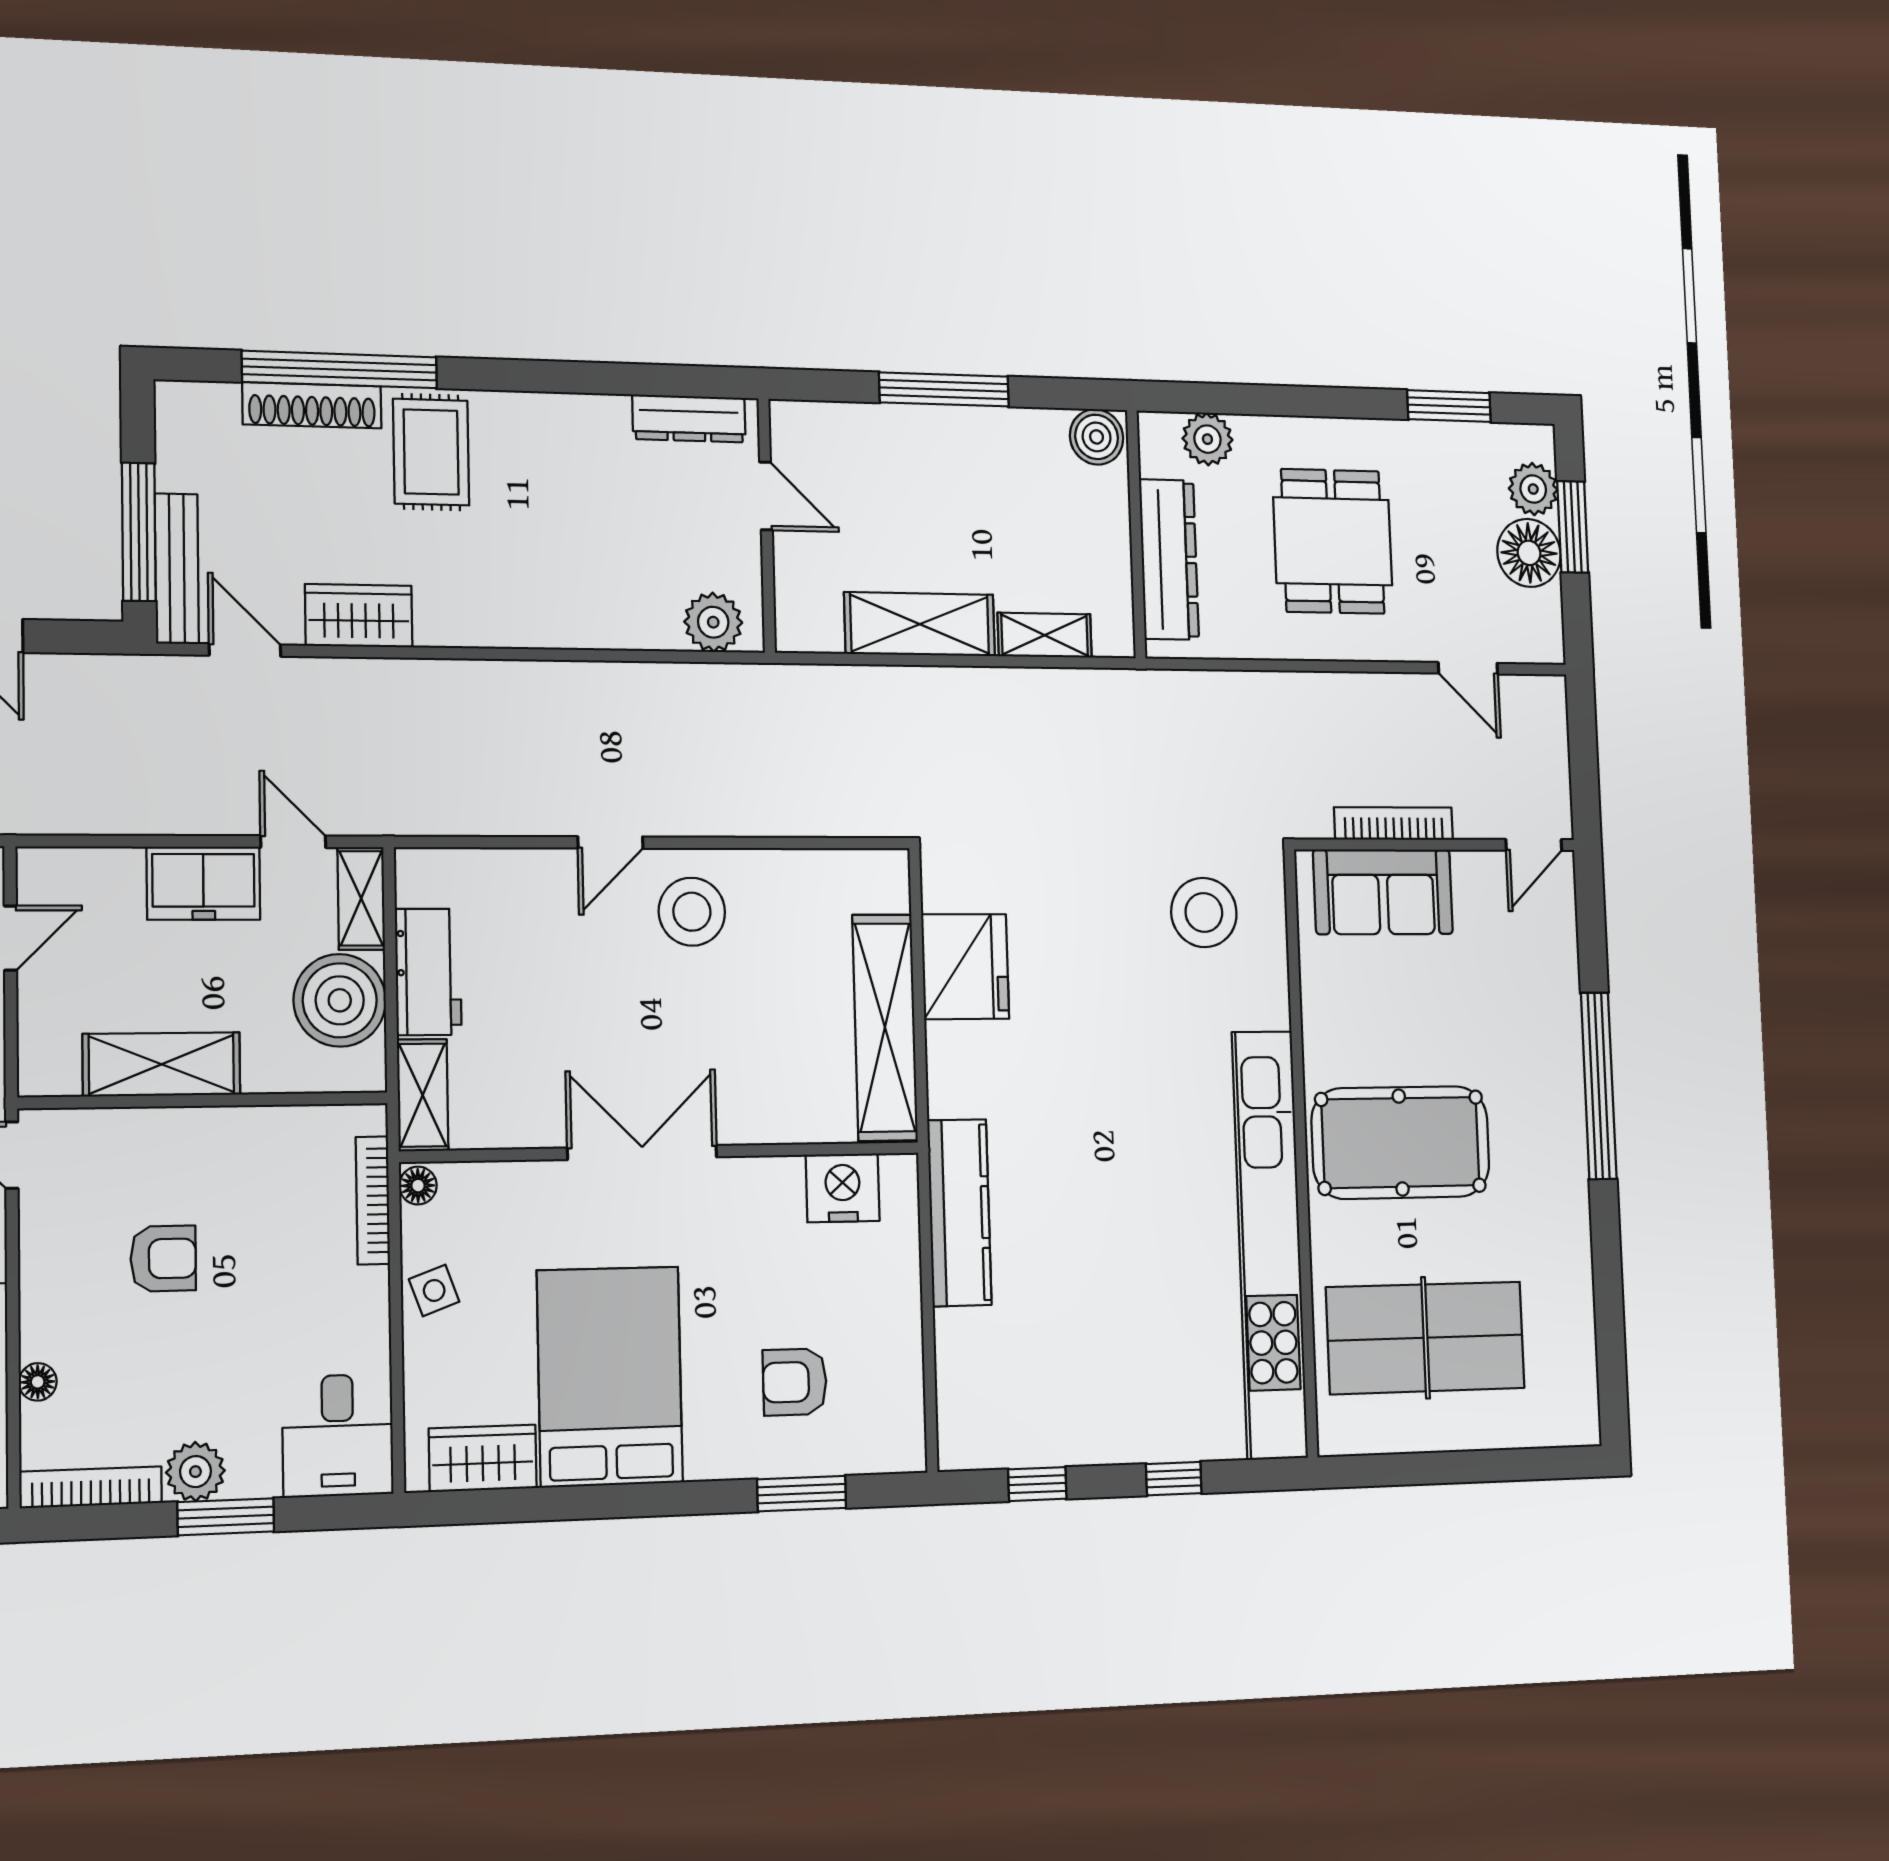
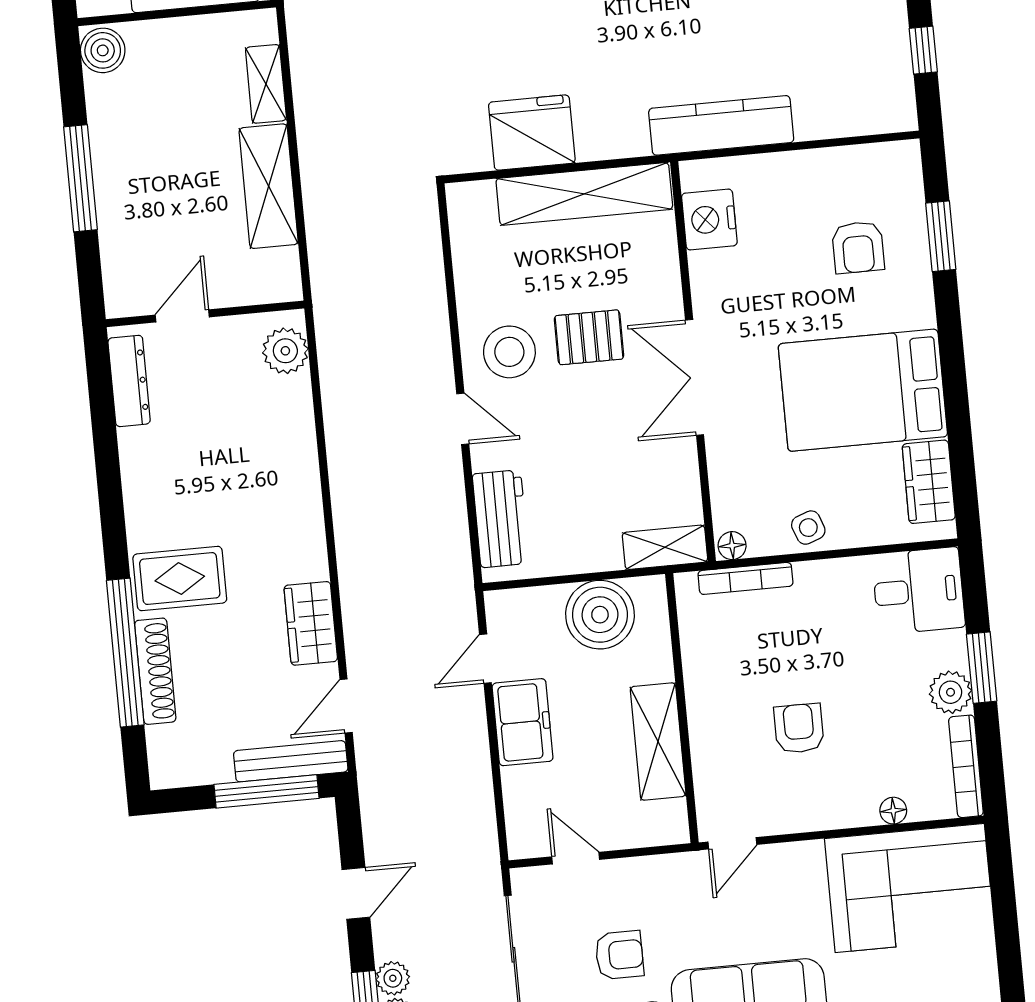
shelving: (361, 898) -> (523, 605), removed
workbench: (428, 972) -> (501, 519), moved, turned 90
pallet: (703, 1018) -> (589, 337), added

